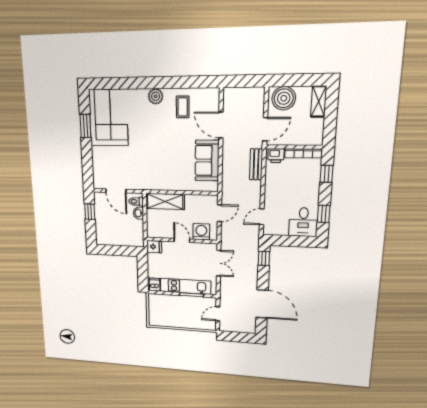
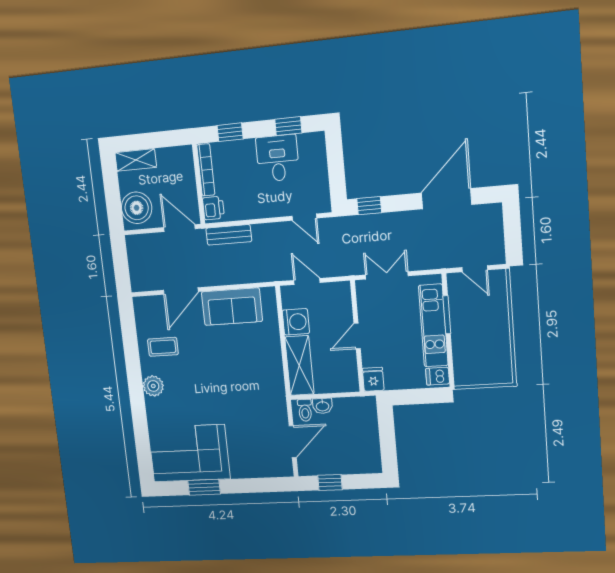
desk: (303, 222) -> (278, 158), moved, turned -90
washing machine: (201, 232) -> (296, 322), moved, turned 180

